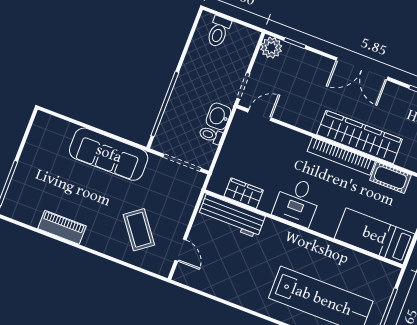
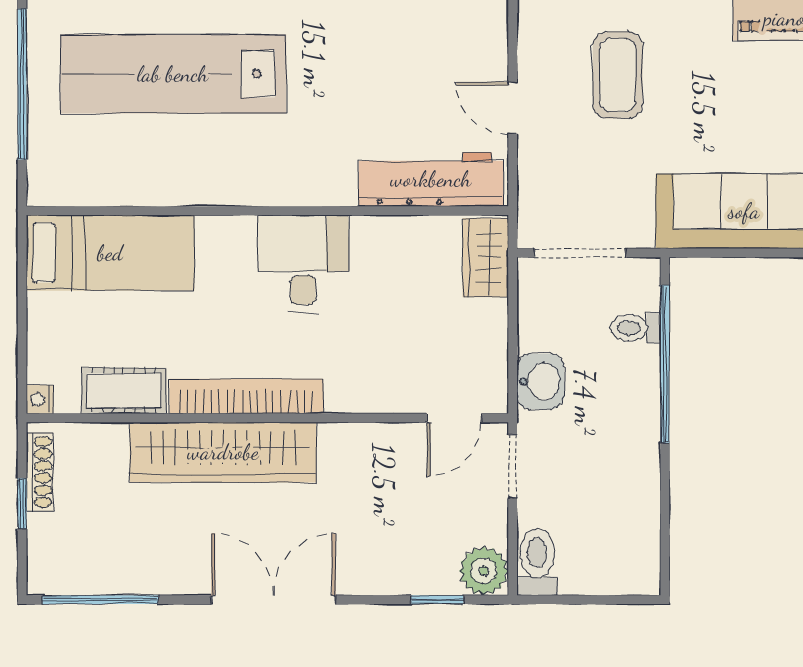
toilet: (219, 32) -> (537, 562), moved
toilet: (211, 135) -> (636, 328), moved, turned 180
wardrobe: (244, 193) -> (485, 258), moved, turned 90
coffee table: (139, 230) -> (618, 75), turned 37
door: (180, 250) -> (513, 108), moved

